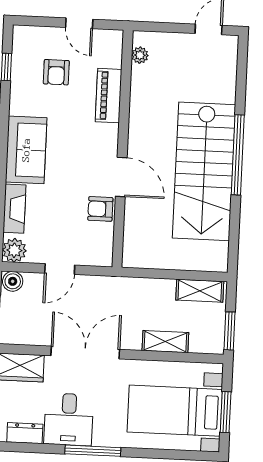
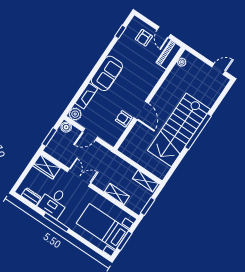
armchair: (56, 72) -> (144, 38), moved
piano: (109, 96) -> (169, 55), moved
double door: (85, 353) -> (79, 177), width x0.73

